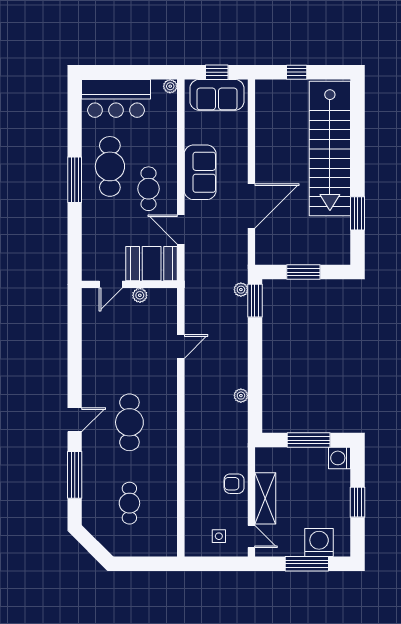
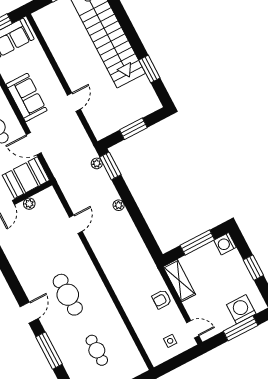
door: (251, 206) -> (74, 102), width x0.53
plant: (241, 396) -> (119, 205), moved
shelving: (265, 498) -> (179, 281), moved

